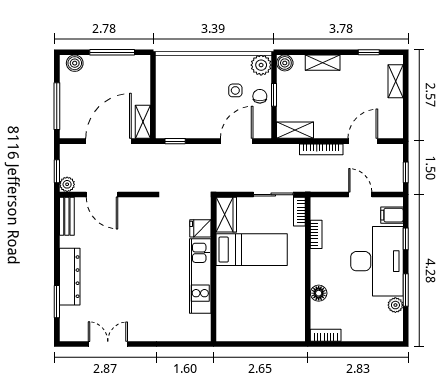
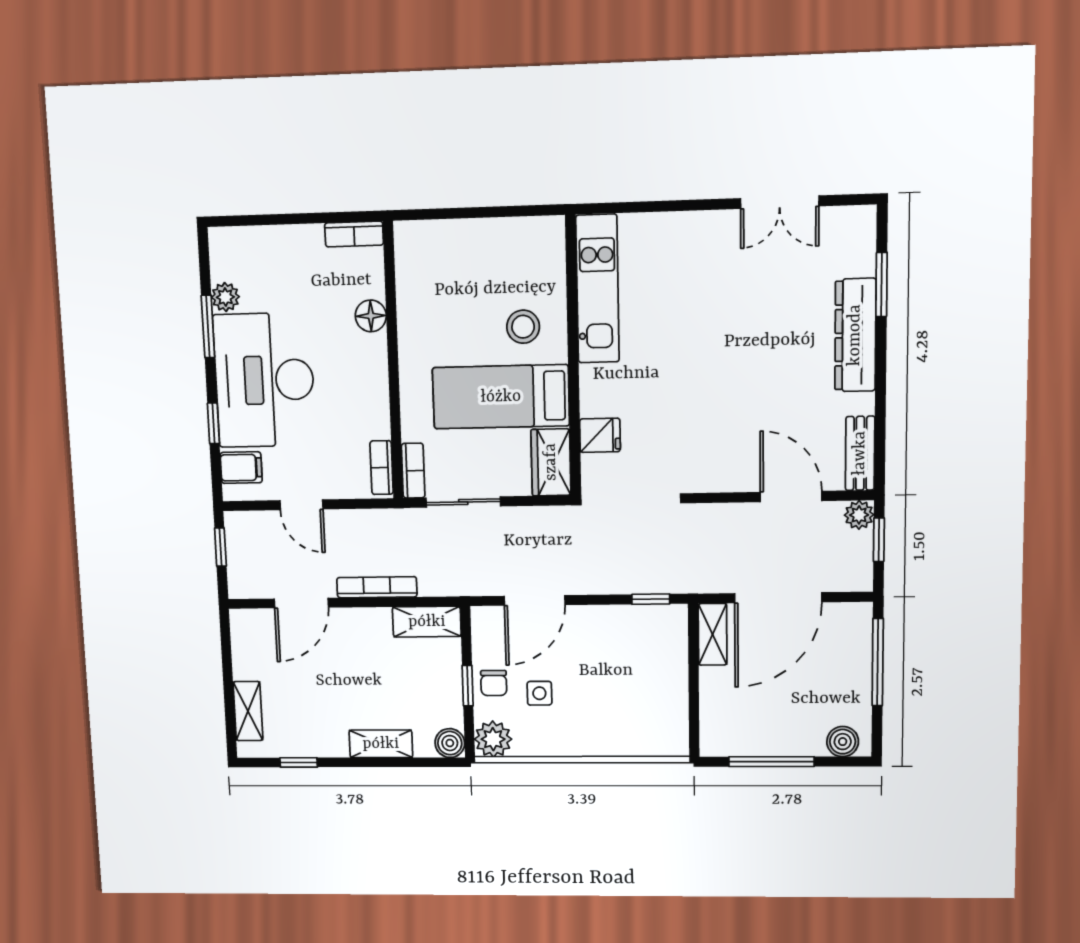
bookcase: (316, 234) -> (382, 468), moved
kitchen unit: (200, 276) -> (598, 289), moved
stool: (239, 285) -> (523, 327), added

